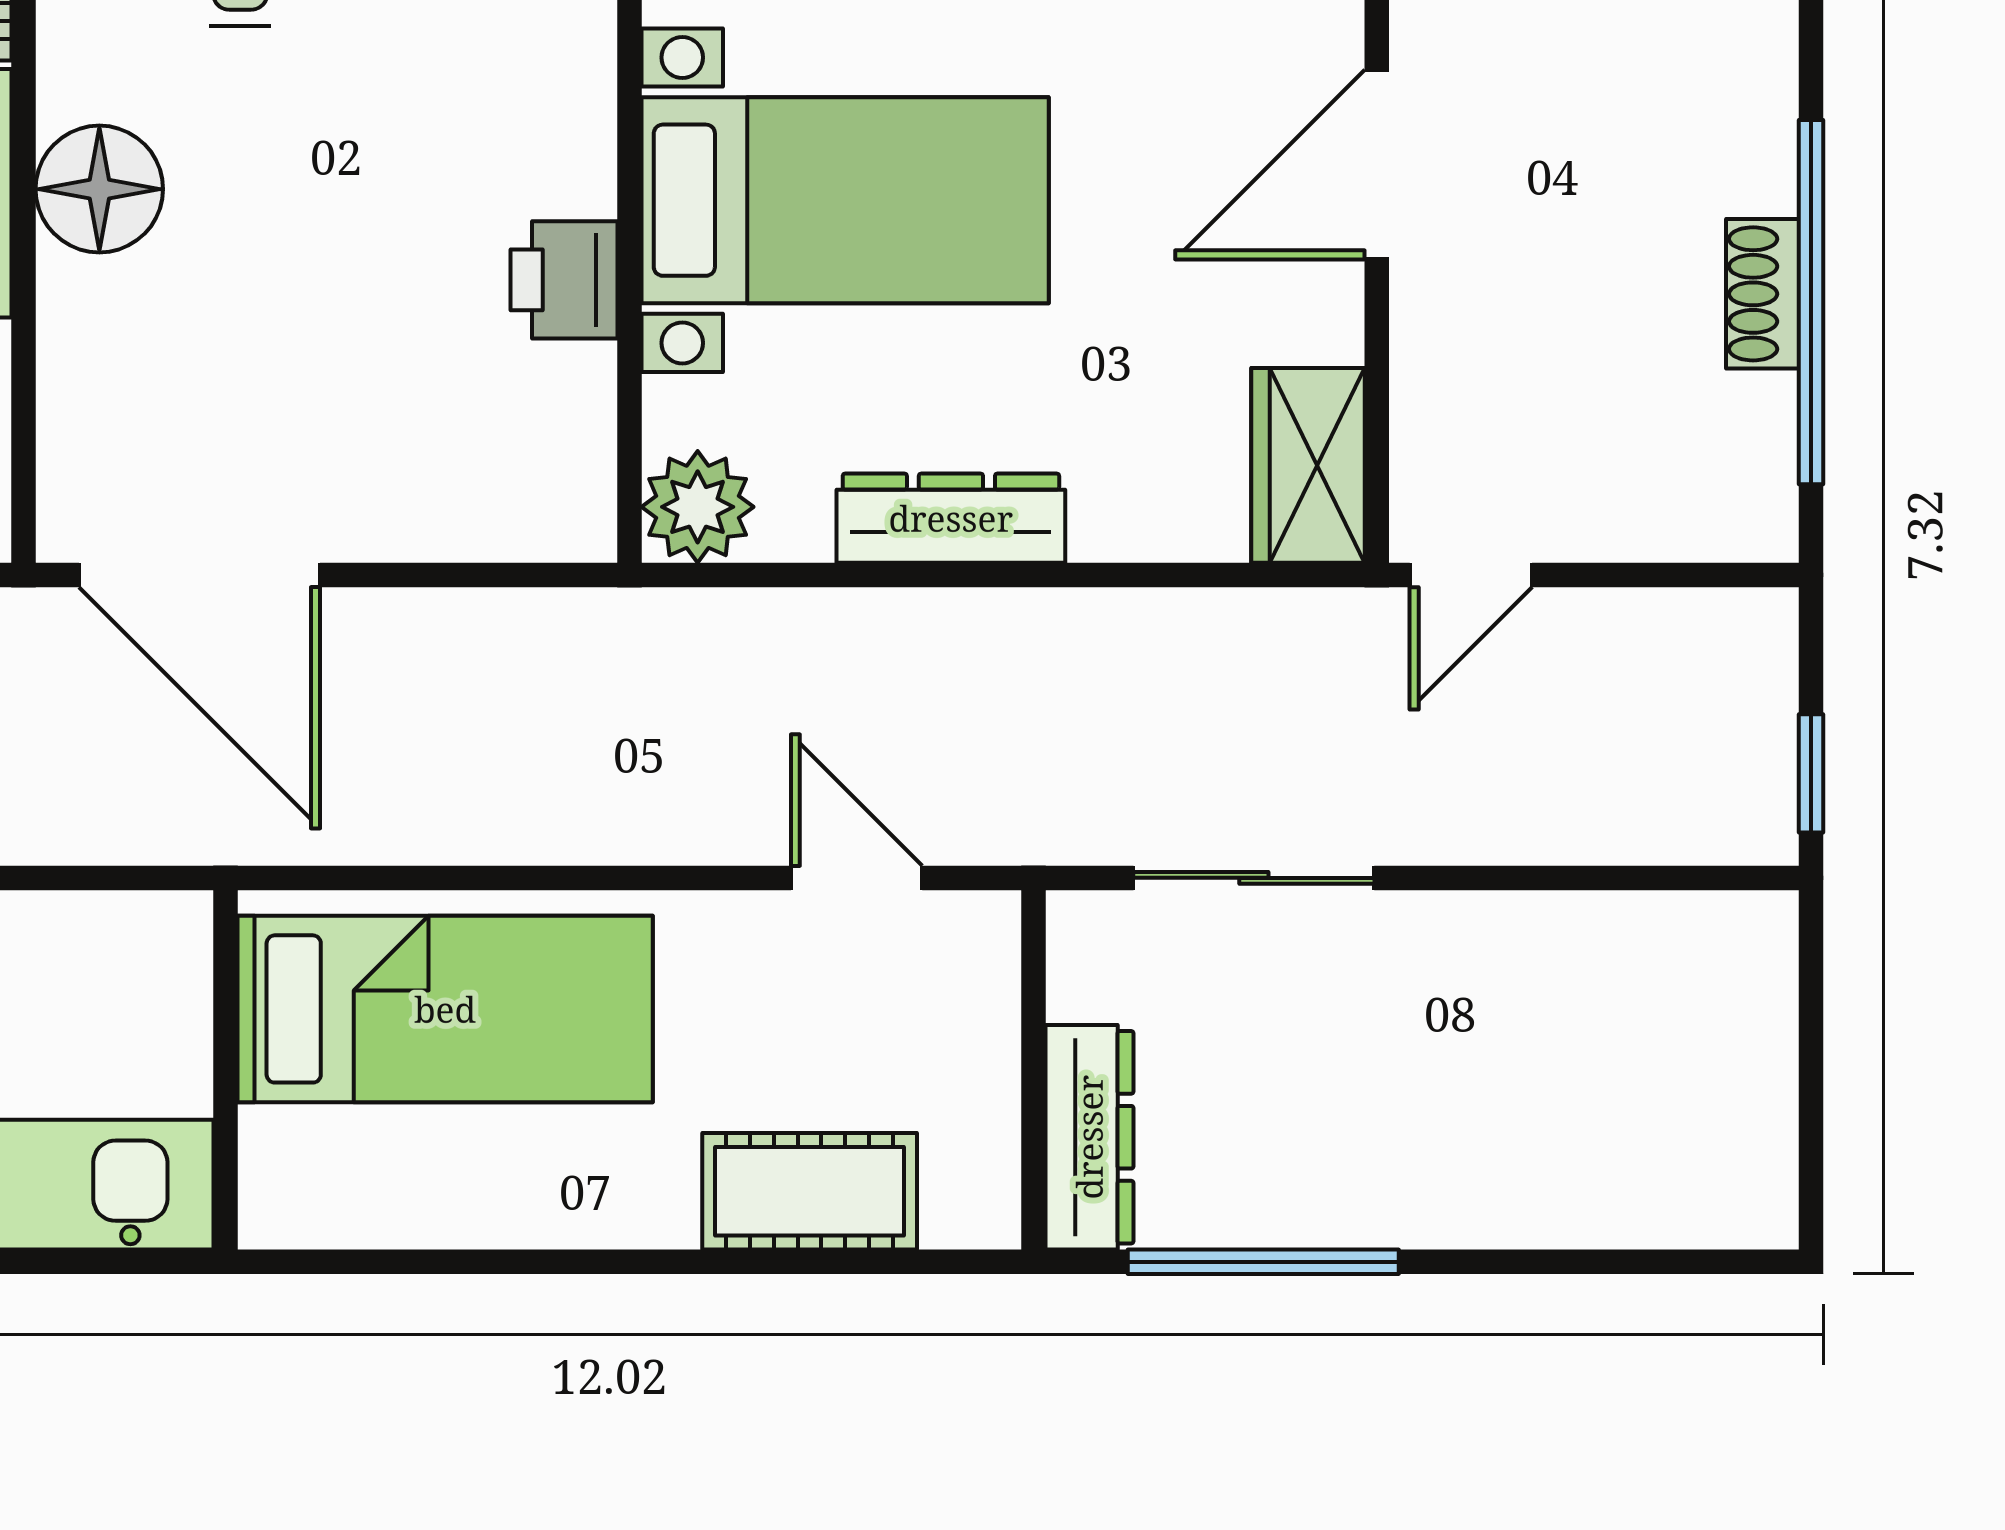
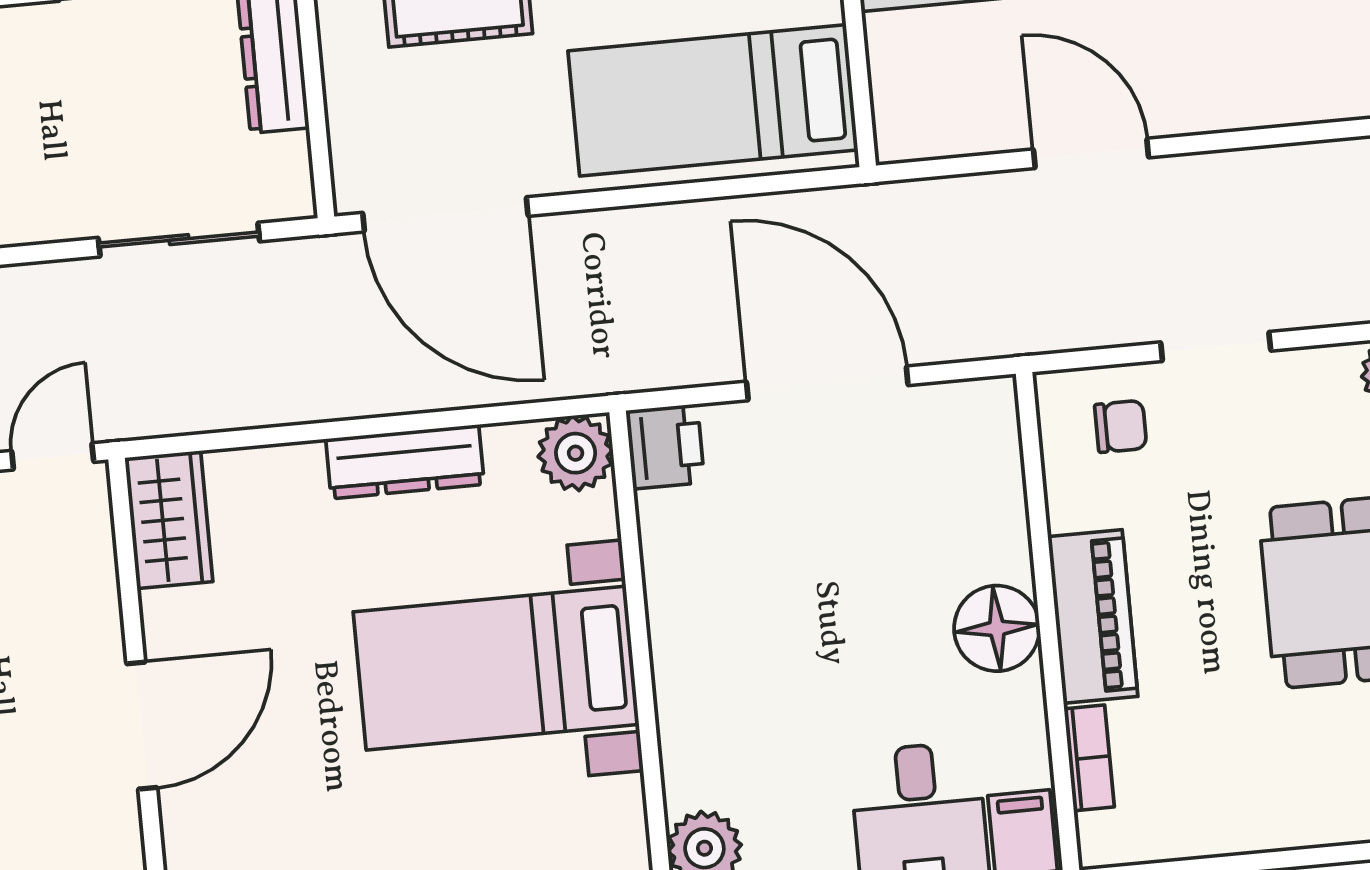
printer: (564, 280) -> (665, 446), moved
door: (199, 575) -> (827, 383), moved
door: (857, 878) -> (445, 214), width x1.88

